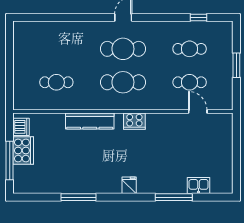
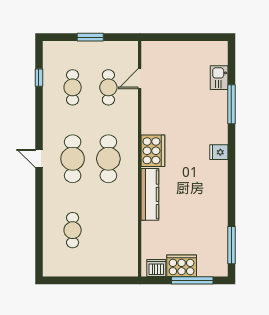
cafe table: (56, 82) -> (73, 230), moved
cooker: (134, 121) -> (153, 151), width x1.37, depth x1.31
window: (79, 197) -> (231, 245), moved

